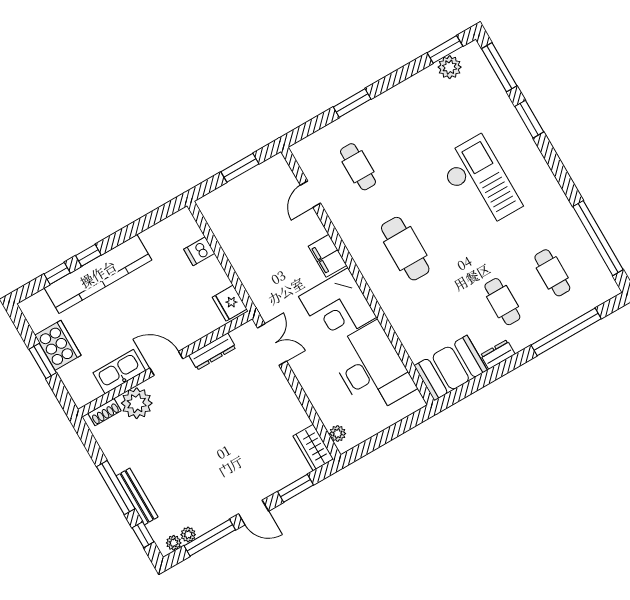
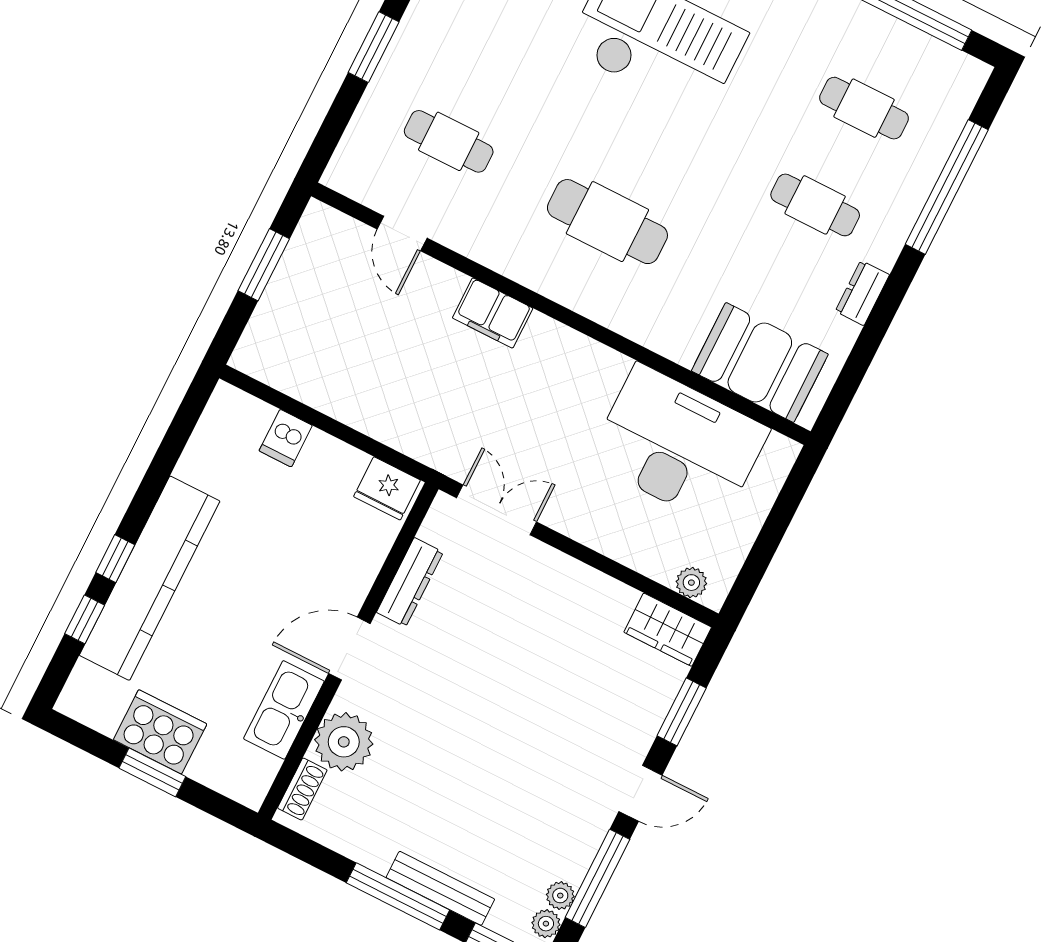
corner desk: (338, 307) -> (561, 383), removed
booth: (451, 368) -> (760, 362), moved, turned 90

